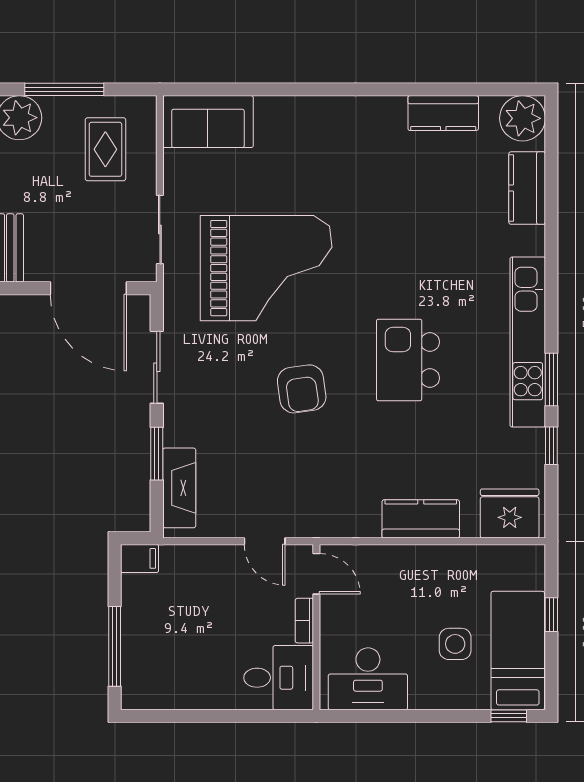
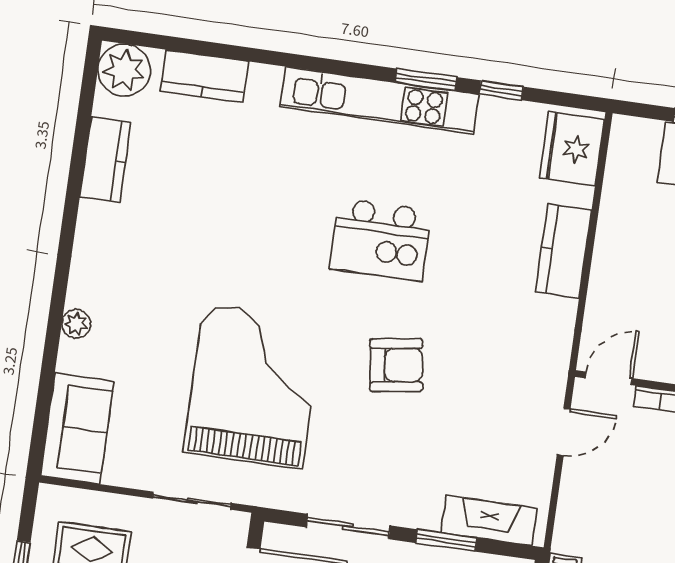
plant: (298, 108) -> (76, 324), added

